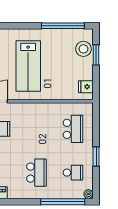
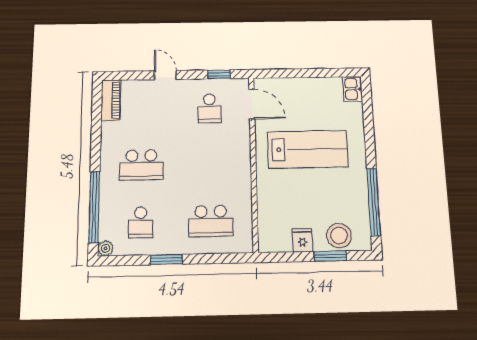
lab bench: (28, 66) -> (308, 149), turned 180
fridge: (86, 87) -> (302, 240), moved

